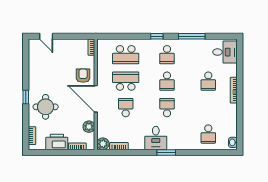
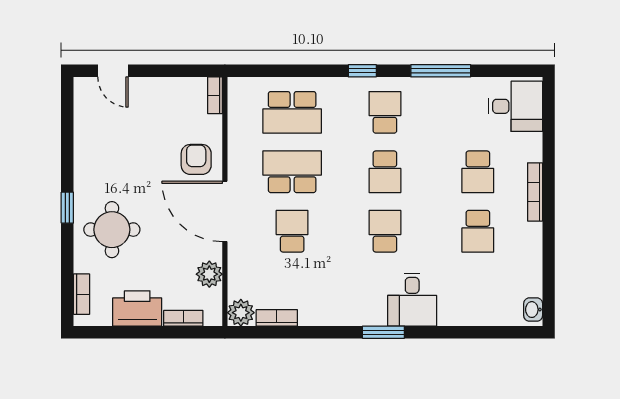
school desk: (167, 55) -> (385, 112), turned 180
school desk: (208, 134) -> (478, 231), moved
desk: (156, 138) -> (412, 300), moved

